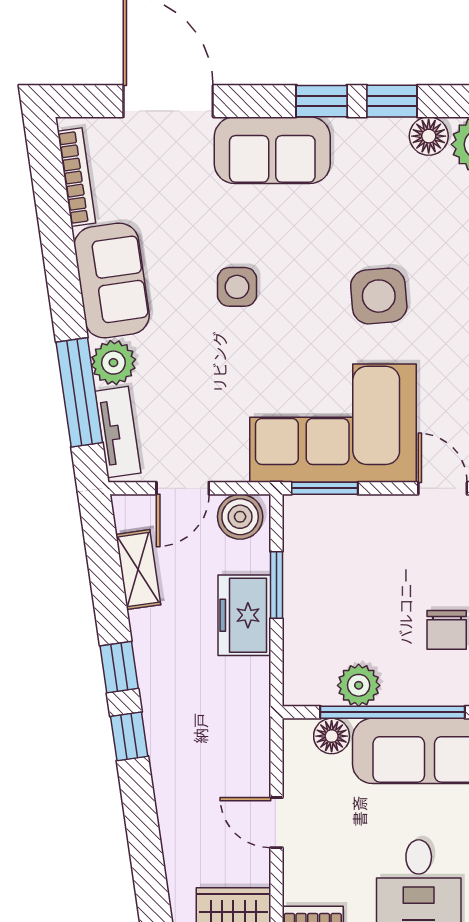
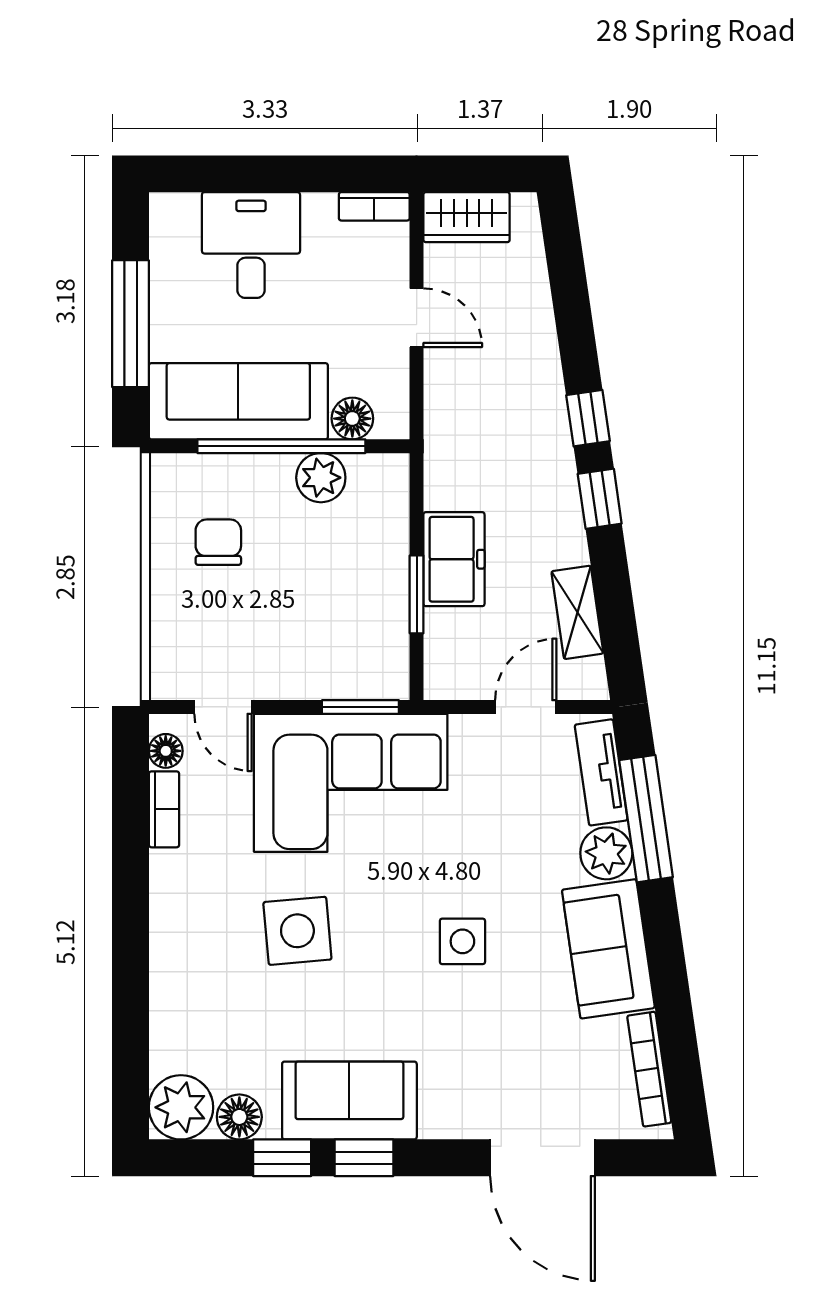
sofa: (272, 150) -> (349, 1101), moved
boiler: (240, 517) -> (459, 674), removed

